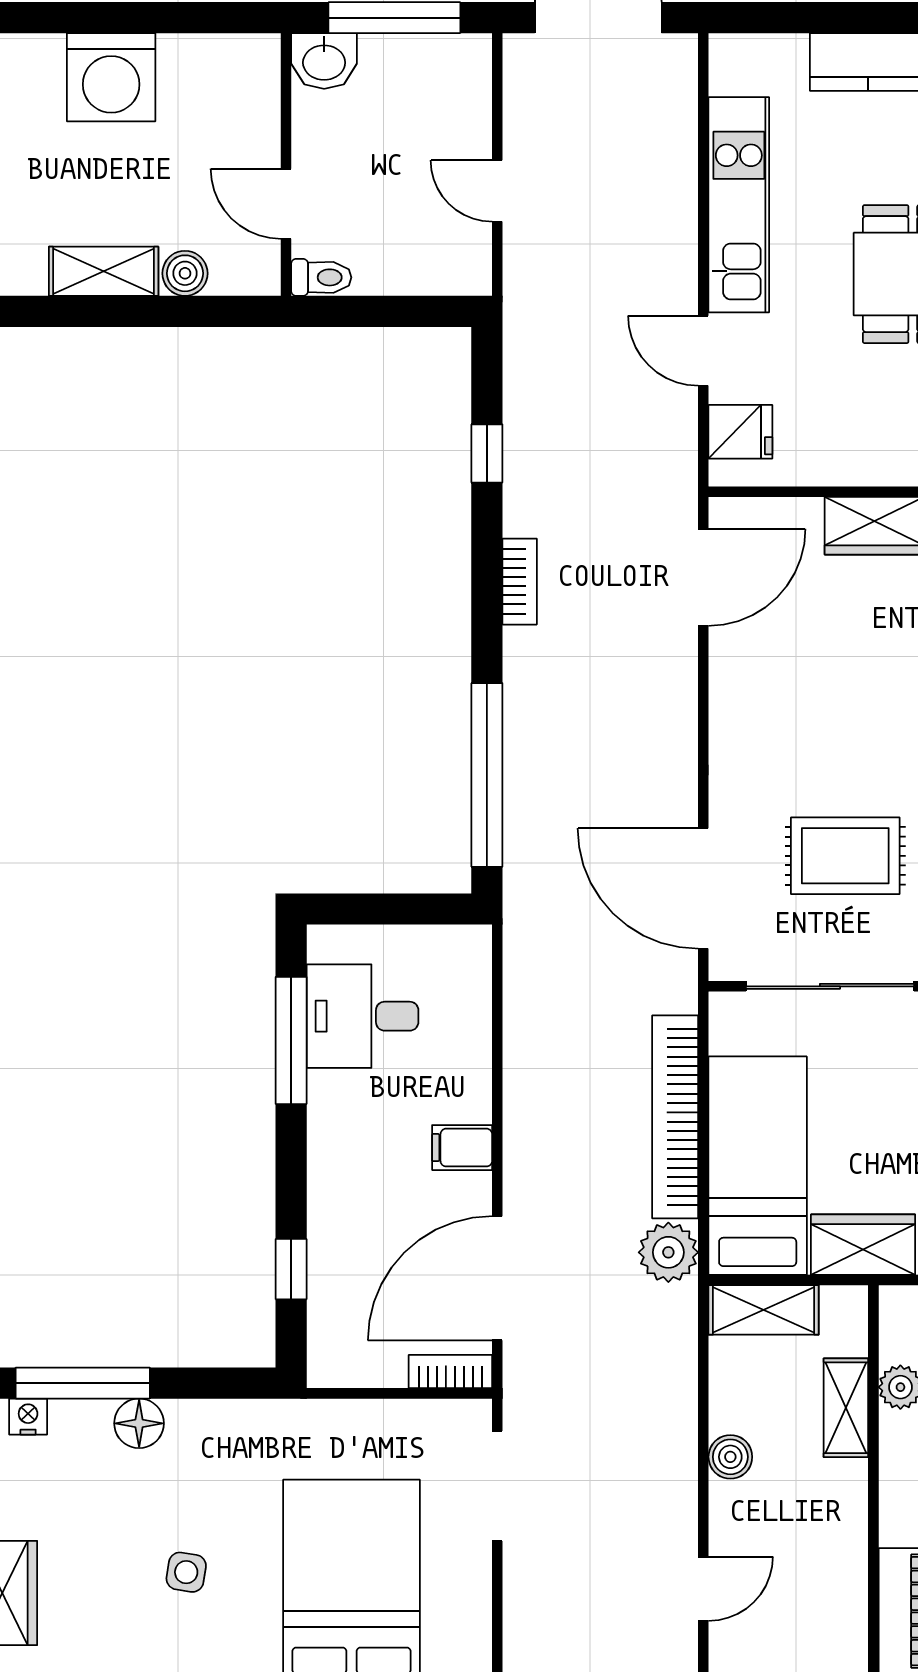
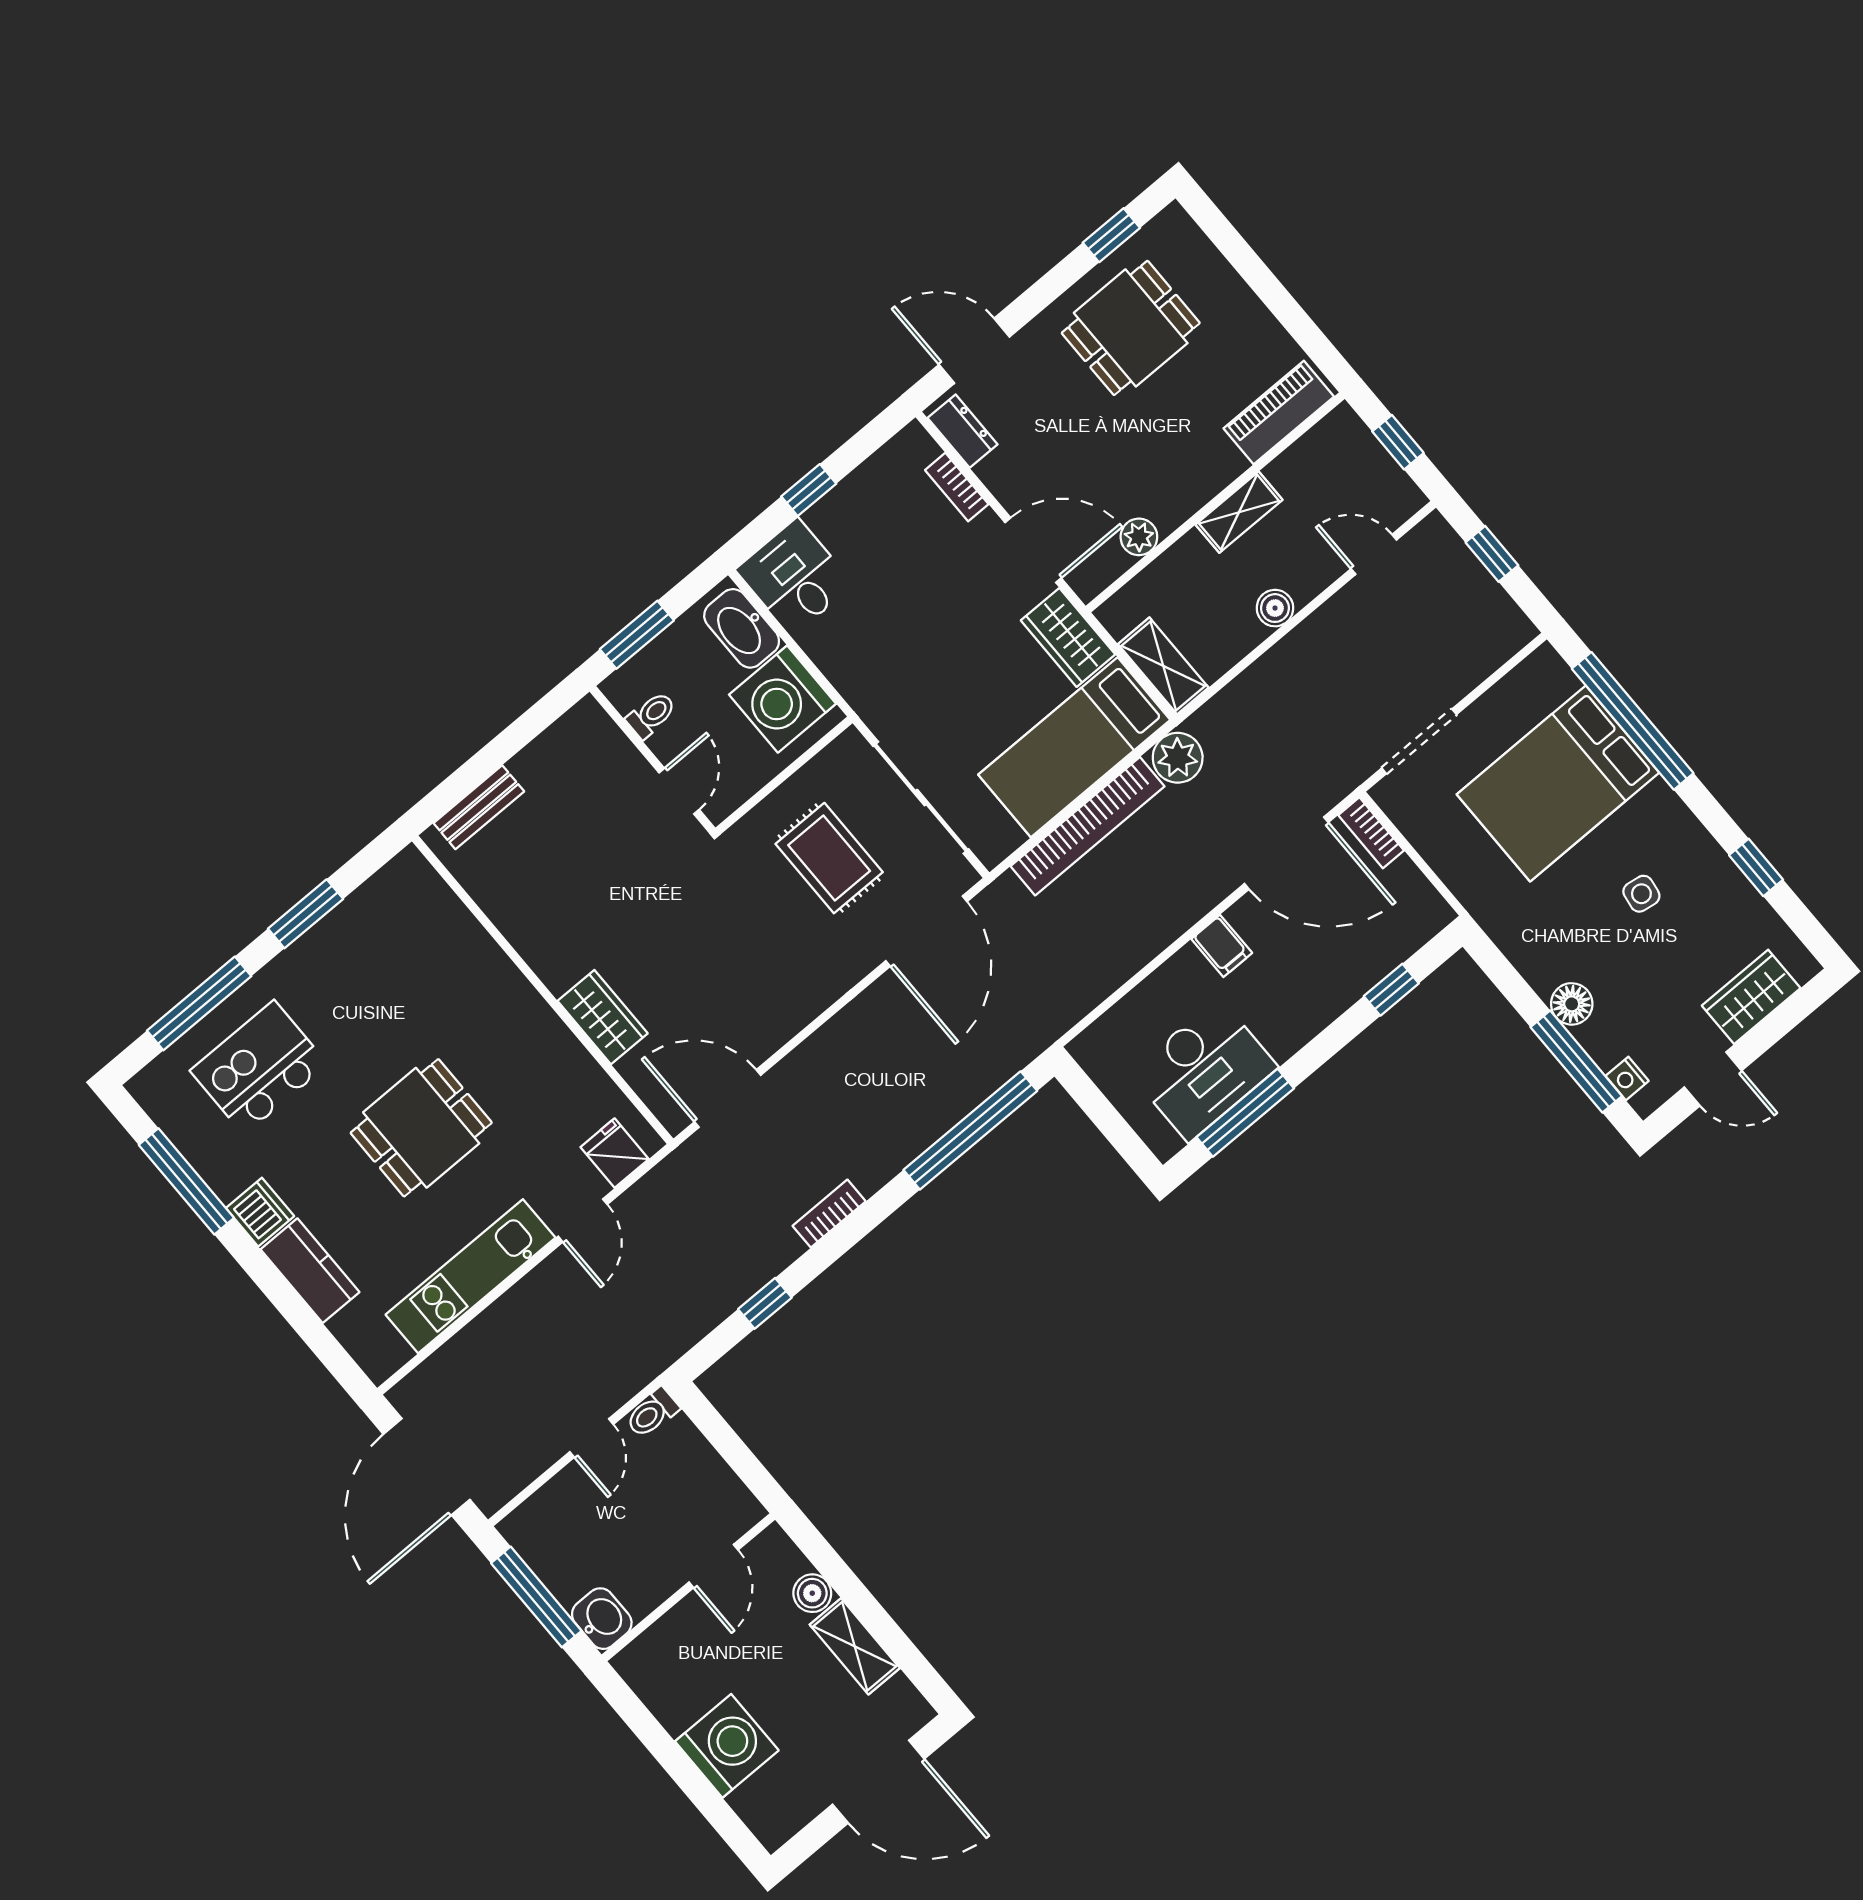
toilet: (321, 277) -> (652, 1413), moved, turned -90
desk: (363, 1016) -> (1204, 1070), width x1.37
shelving: (846, 1408) -> (1239, 512), moved

